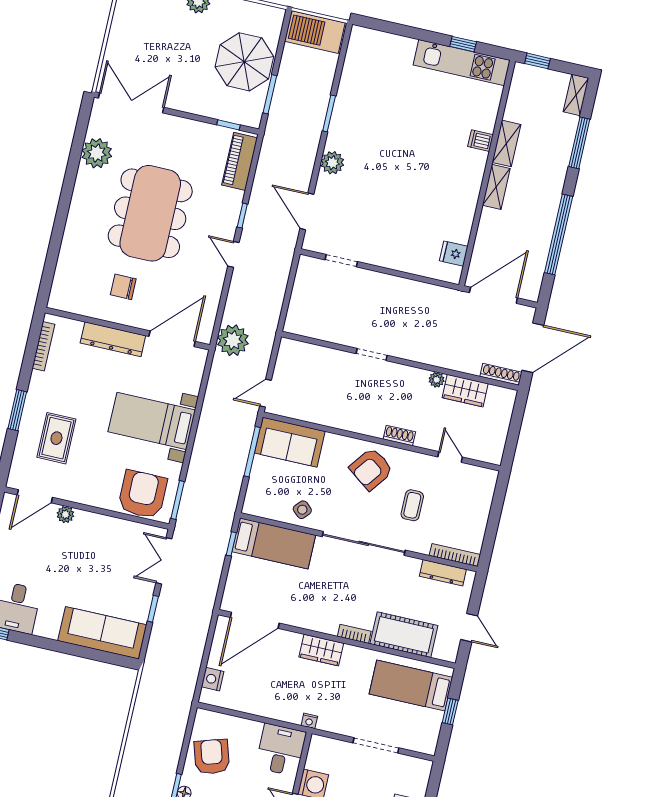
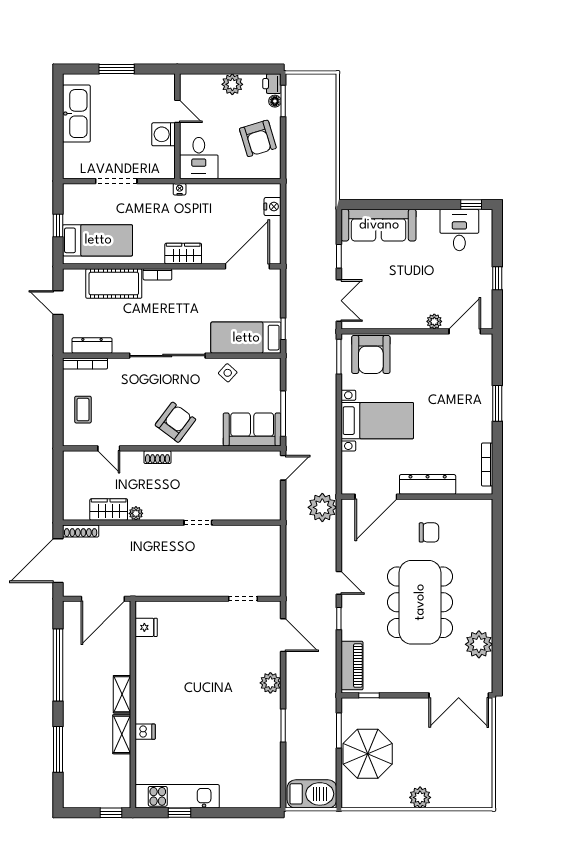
shelving: (576, 95) -> (70, 791), removed
rug: (56, 438) -> (457, 387), removed
coffee table: (412, 505) -> (83, 410), moved

